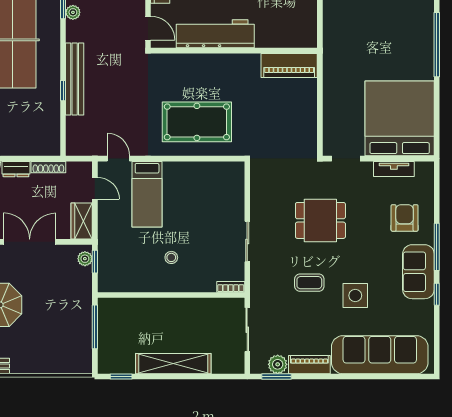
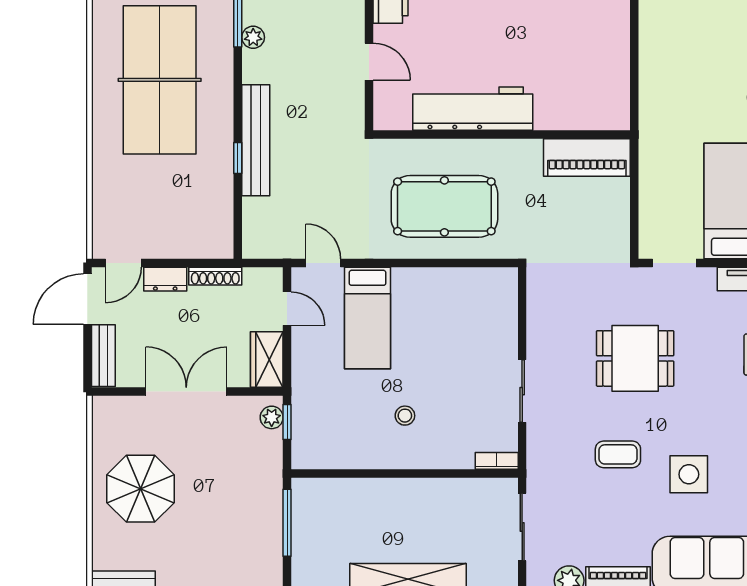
workbench: (215, 34) -> (473, 109), moved
wall: (234, 51) -> (502, 135), moved
piano: (289, 65) -> (587, 157), moved

